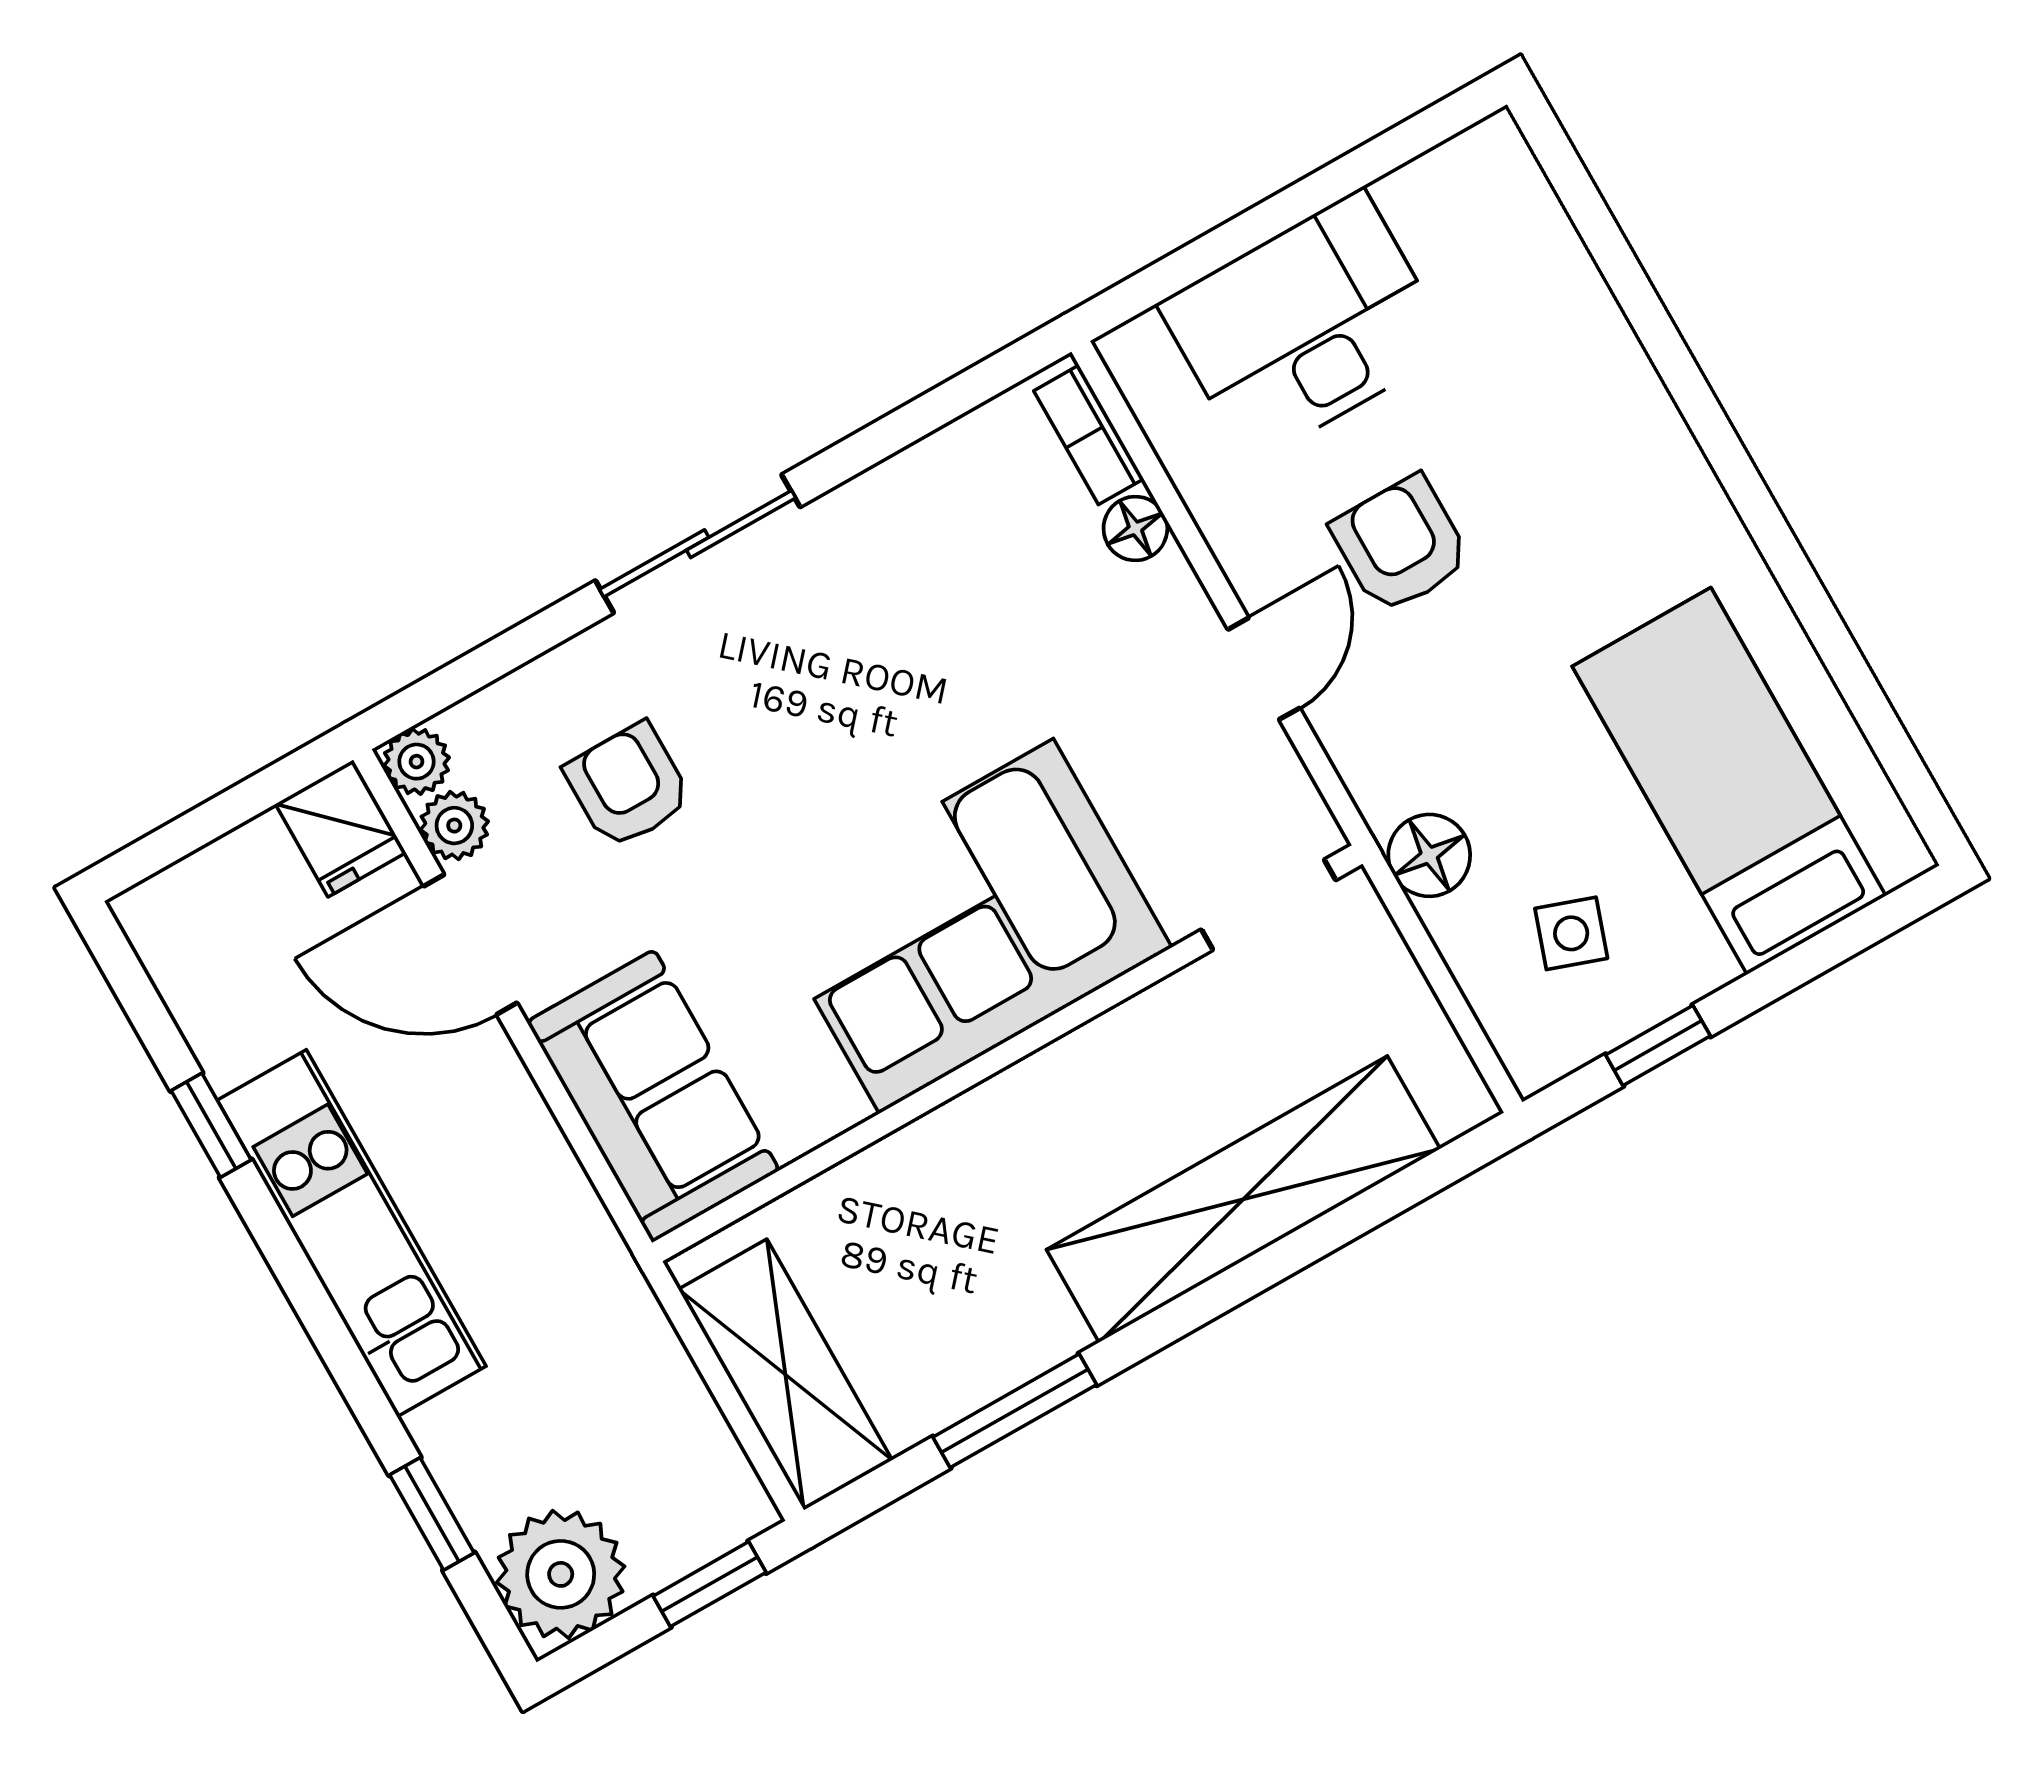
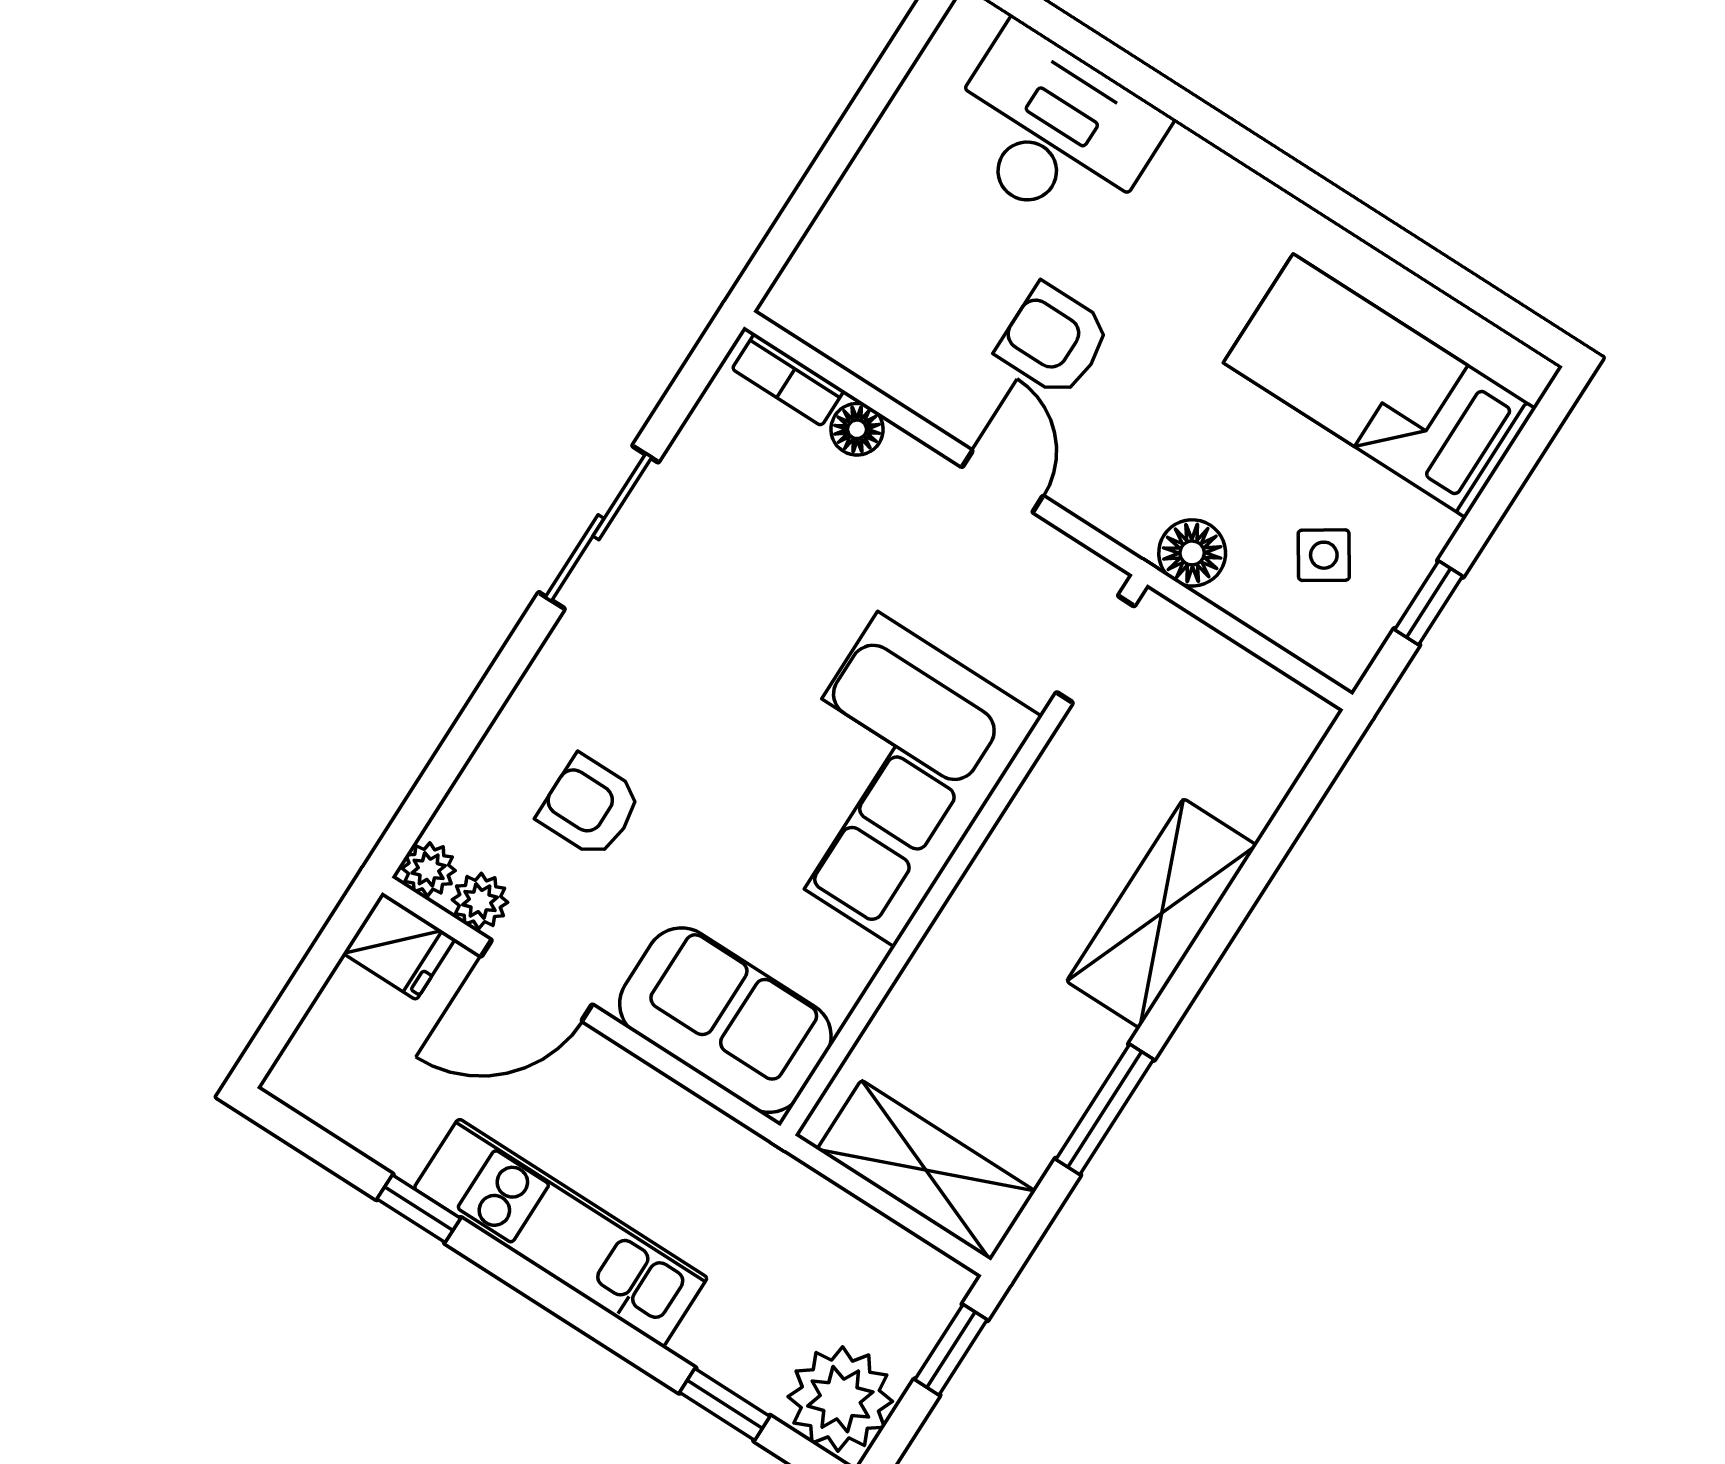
desk: (1306, 327) -> (1053, 131), moved, turned 90
sliding door: (698, 544) -> (599, 527), moved
side table: (1571, 933) -> (1324, 555), turned 38
shelving: (1243, 1199) -> (1162, 913), width x0.68

